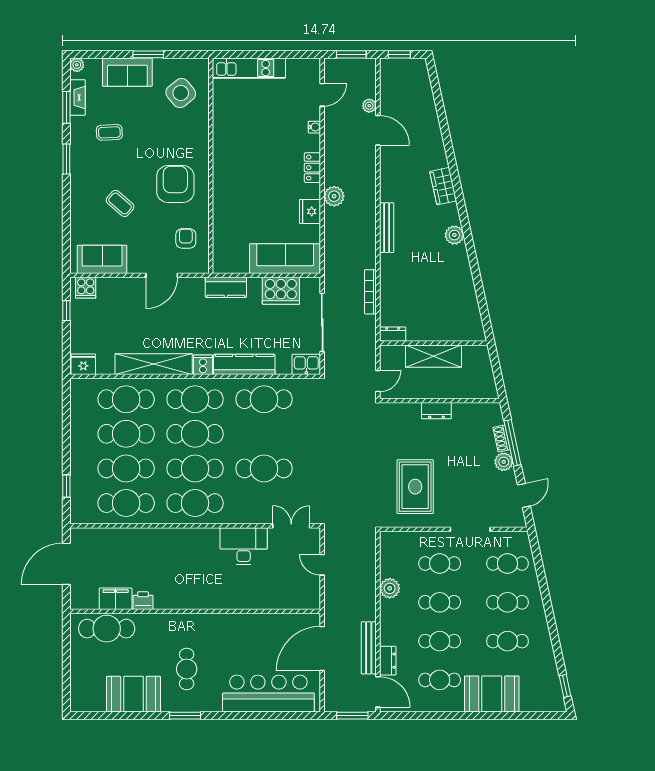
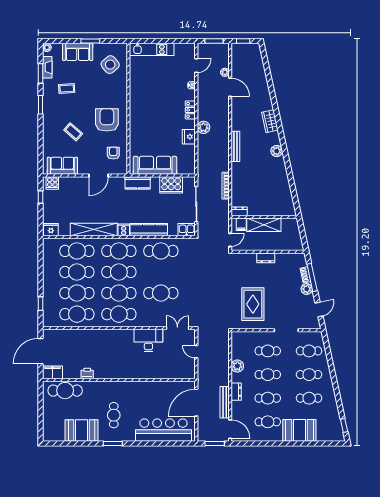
sofa: (285, 259) -> (155, 165), moved
filing cabinet: (396, 356) -> (241, 224), added
filing cabinet: (116, 599) -> (52, 372), moved
dresser: (388, 661) -> (236, 392), moved

